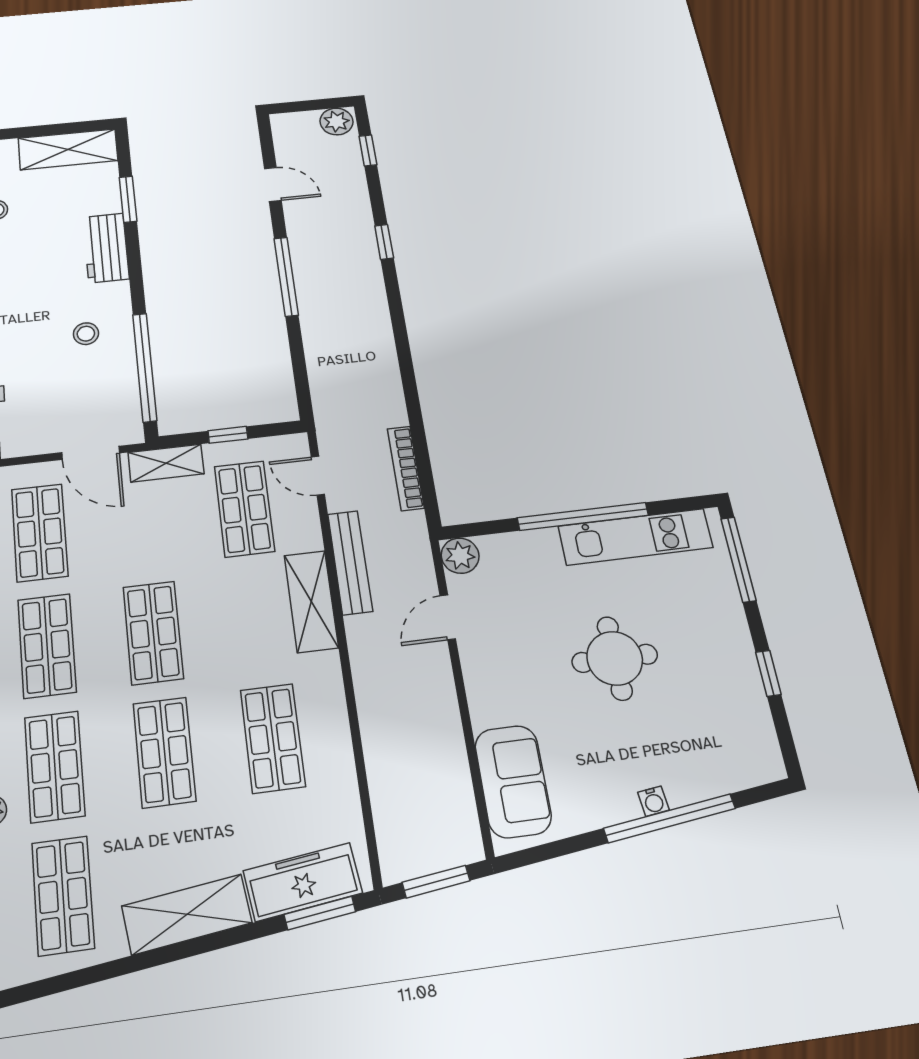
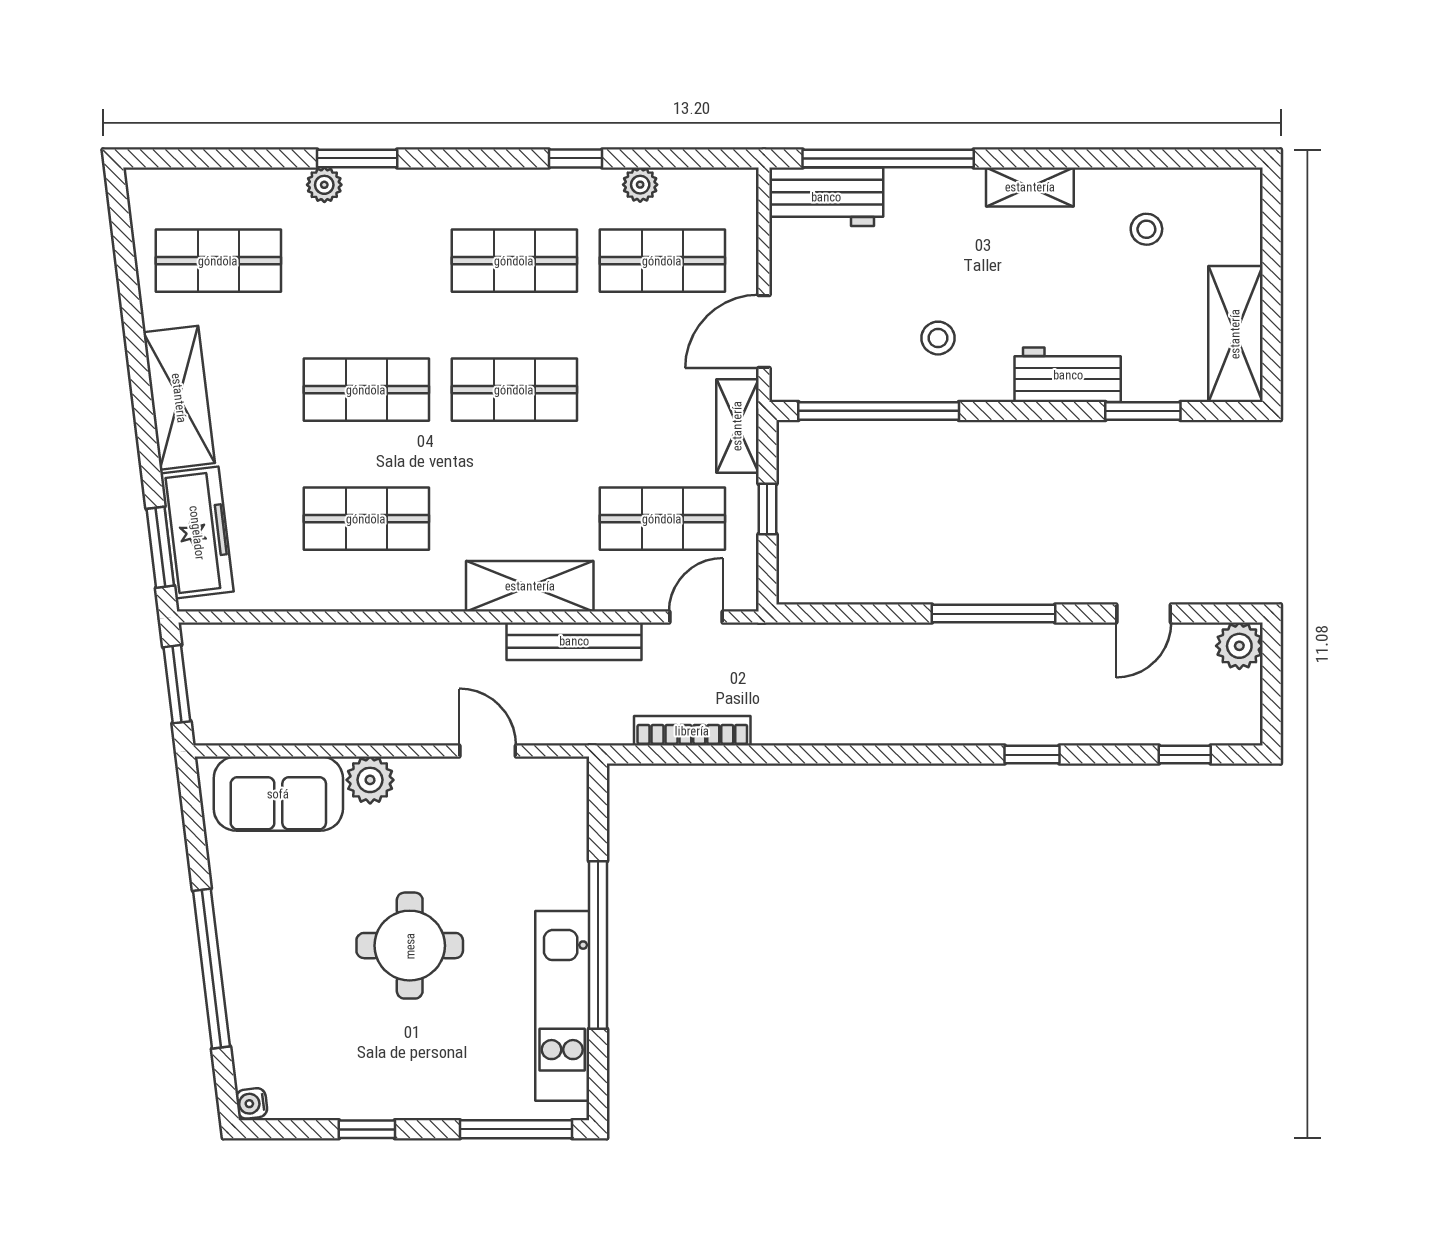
plant: (336, 122) -> (1239, 646), moved
plant: (460, 556) -> (370, 780), moved
shop shelf: (55, 766) -> (366, 261), removed
water cooler: (653, 801) -> (252, 1103), moved

